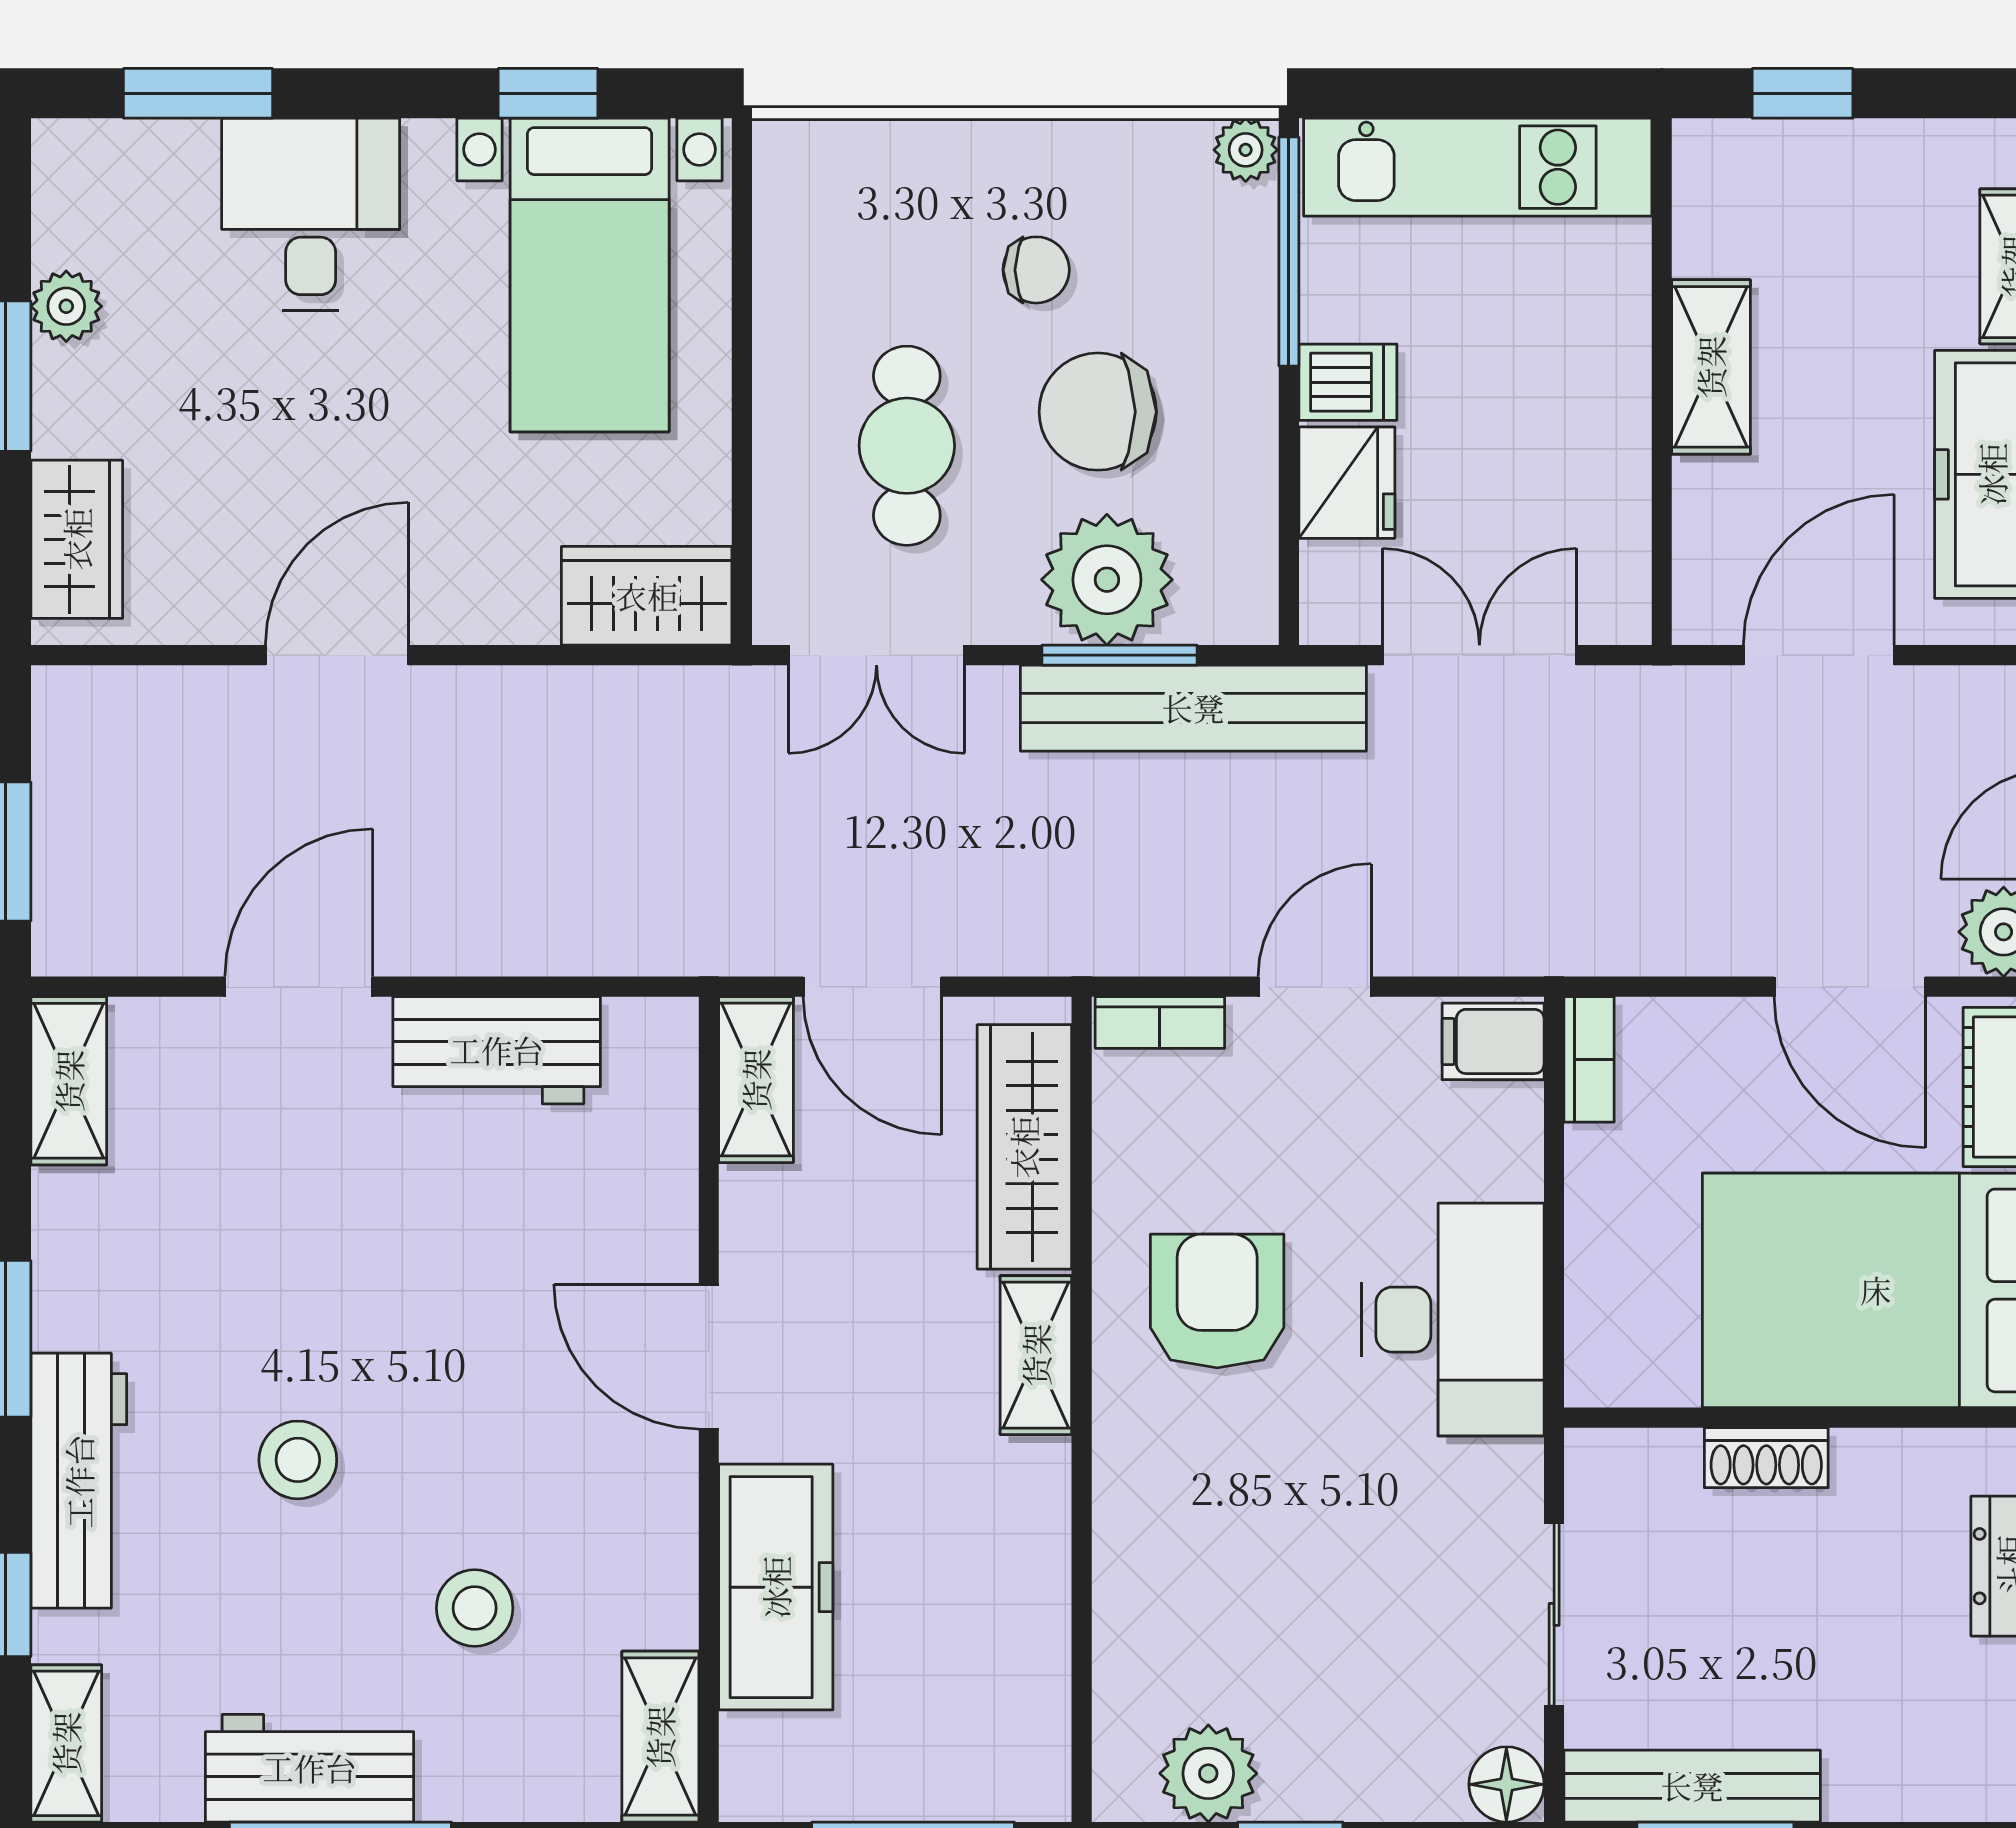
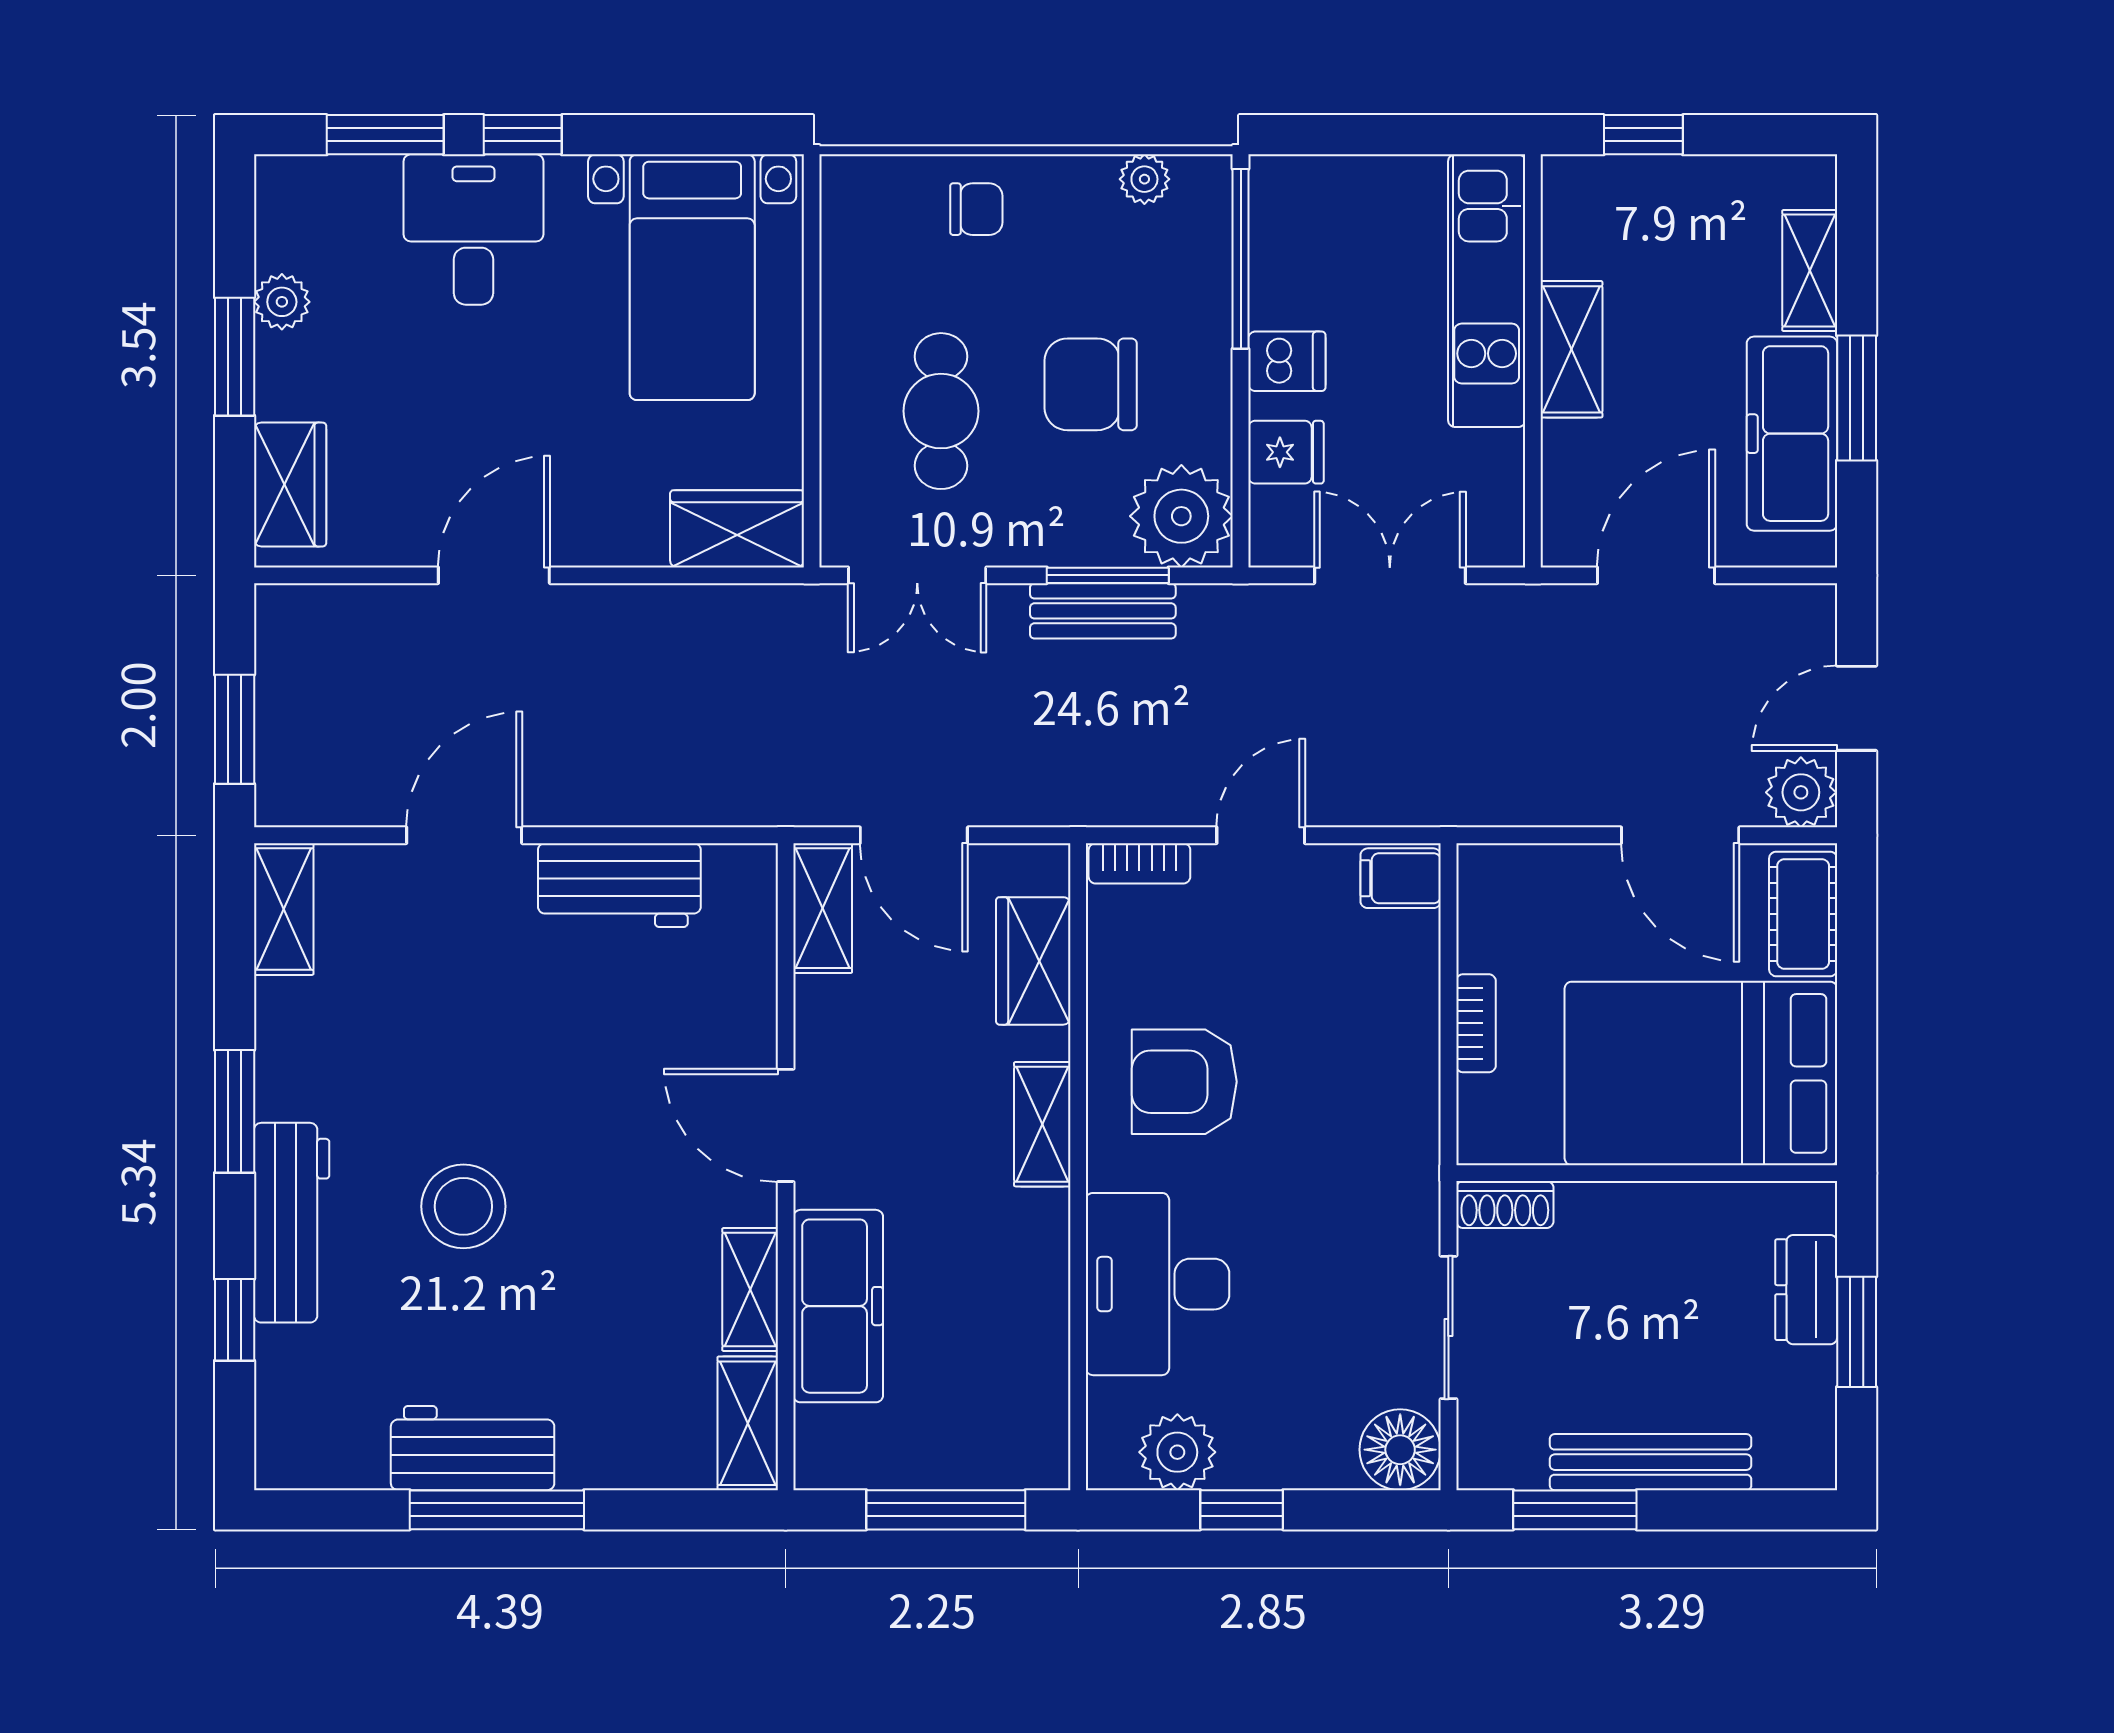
window: (548, 93) -> (523, 135), moved
plant: (1246, 150) -> (1144, 179), moved
kitchen unit: (1478, 167) -> (1487, 291), moved, turned 90
chair: (1036, 270) -> (976, 209), moved
fridge: (1347, 483) -> (1286, 452), width x0.72
plant: (1107, 580) -> (1181, 516), moved
bench: (1193, 708) -> (1103, 611), width x0.54, depth x0.82
bookcase: (1589, 1059) -> (1476, 1023), moved
wardrobe: (1024, 1147) -> (1033, 961), width x0.67
armchair: (1217, 1301) -> (1184, 1082), turned -90
desk: (1453, 1320) -> (1158, 1284), moved, turned 180
shoe rack: (1766, 1458) -> (1505, 1205), moved
stool: (298, 1460) -> (463, 1206), width x1.38, depth x1.38
stool: (475, 1608) -> (602, 1322), removed
shelving: (66, 1743) -> (750, 1290), moved
floor lamp: (1506, 1784) -> (1400, 1450), width x1.38, depth x1.38
bench: (1692, 1786) -> (1651, 1462), moved

